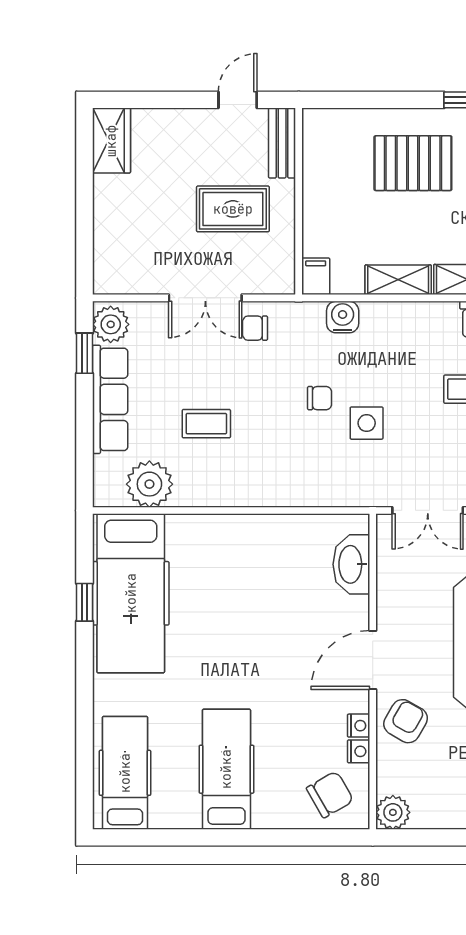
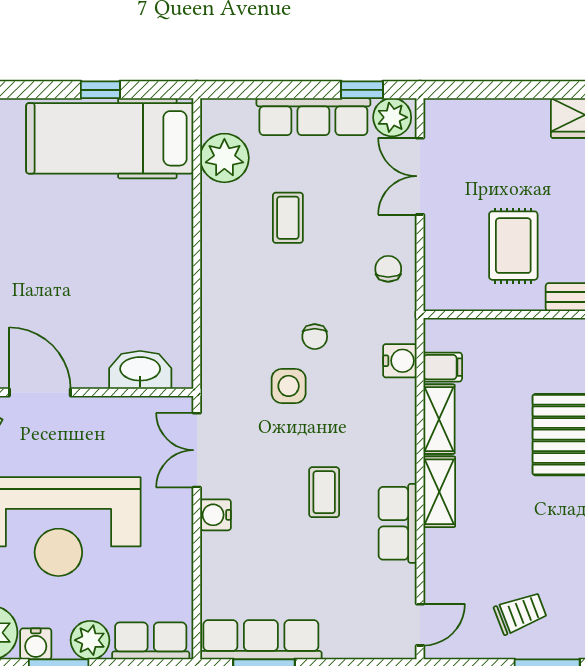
filing cabinet: (316, 276) -> (443, 367), moved
double door: (205, 298) -> (420, 176), moved

